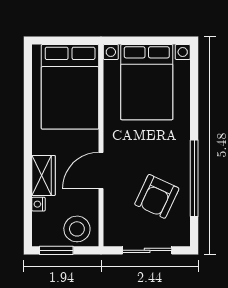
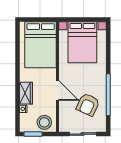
door: (101, 170) -> (57, 90), swing flipped

